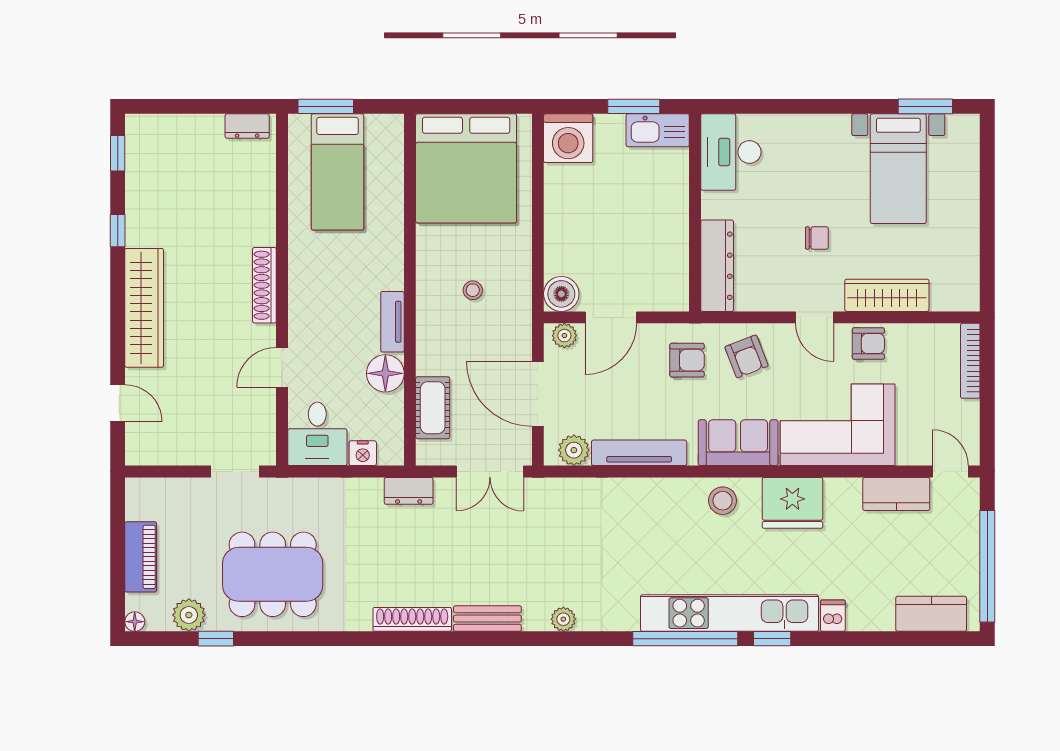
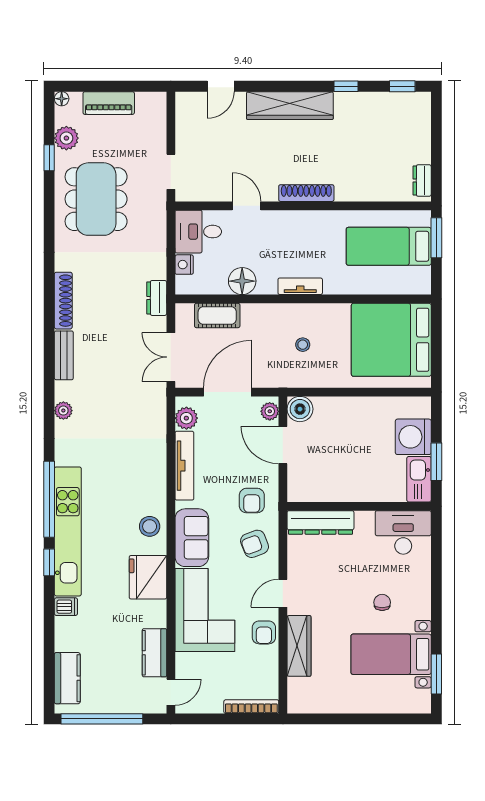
washing machine: (568, 138) -> (413, 437), moved
chair: (817, 238) -> (382, 602), moved, turned 180
tv unit: (392, 322) -> (300, 286), moved

